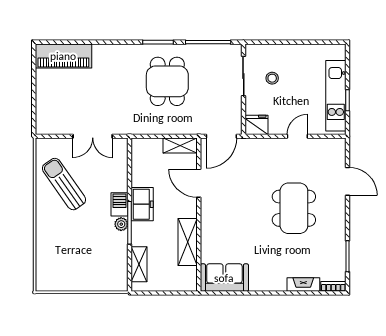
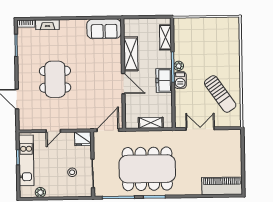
plant: (317, 51) -> (40, 192), added
dining table: (167, 81) -> (147, 169), width x1.88, depth x1.24
shelving: (180, 146) -> (151, 123), moved
door: (199, 183) -> (123, 84), moved

